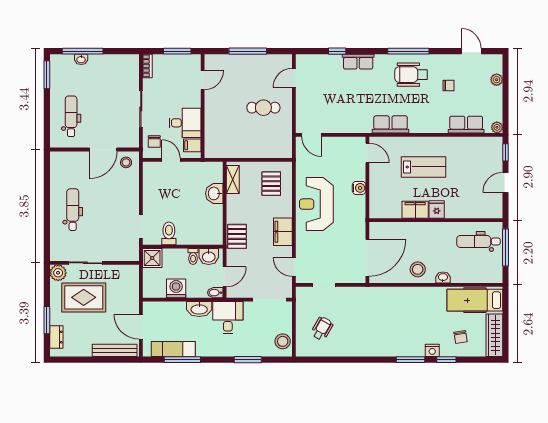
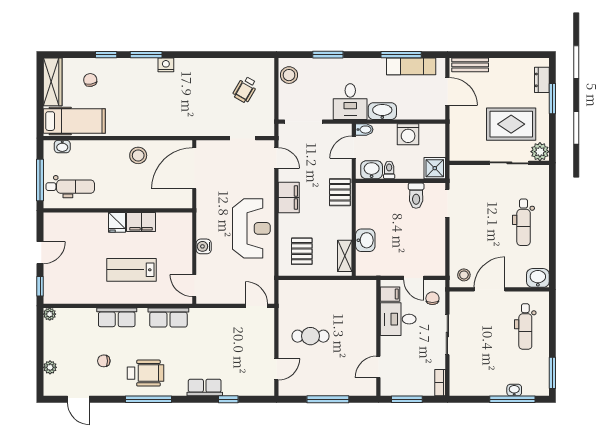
row of seats: (466, 125) -> (117, 317), moved
washbasin: (60, 160) -> (538, 278), added
washbasin: (443, 277) -> (62, 146), moved
bench: (115, 350) -> (470, 65), width x0.73
nightstand: (432, 350) -> (166, 65), moved

